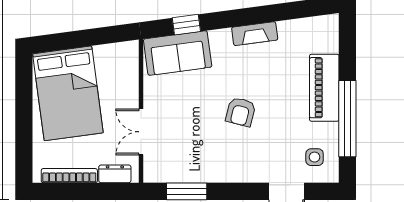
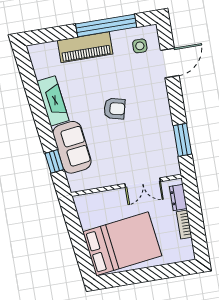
fireplace: (255, 34) -> (53, 101), width x1.37, depth x1.32
sofa: (178, 53) -> (72, 147), moved
bookcase: (69, 176) -> (184, 224), width x0.64

